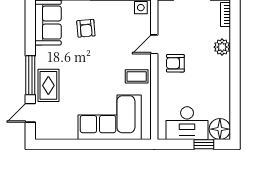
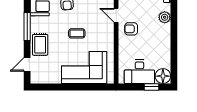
door: (154, 44) -> (116, 15), hinge flipped
window: (30, 75) -> (27, 27), moved
coffee table: (137, 76) -> (77, 33), moved

